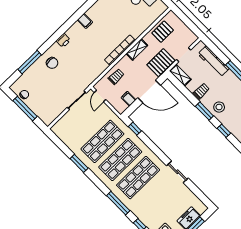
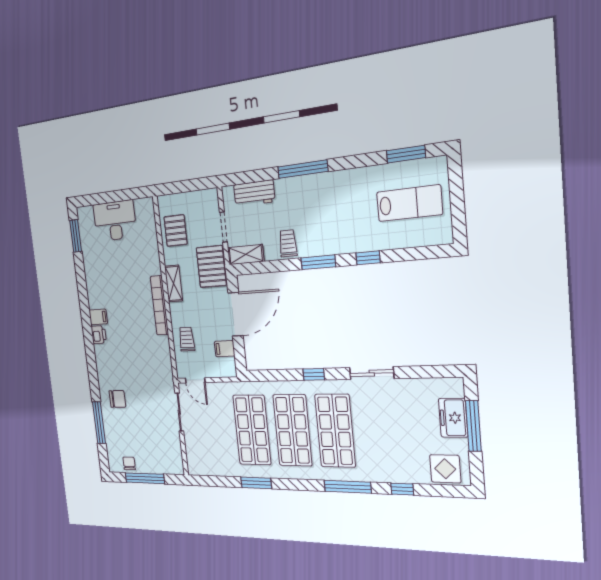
printer: (63, 40) -> (99, 335), moved
workbench: (213, 61) -> (254, 193), width x0.73
stool: (219, 107) -> (329, 237), removed
window: (135, 129) -> (314, 374), moved

